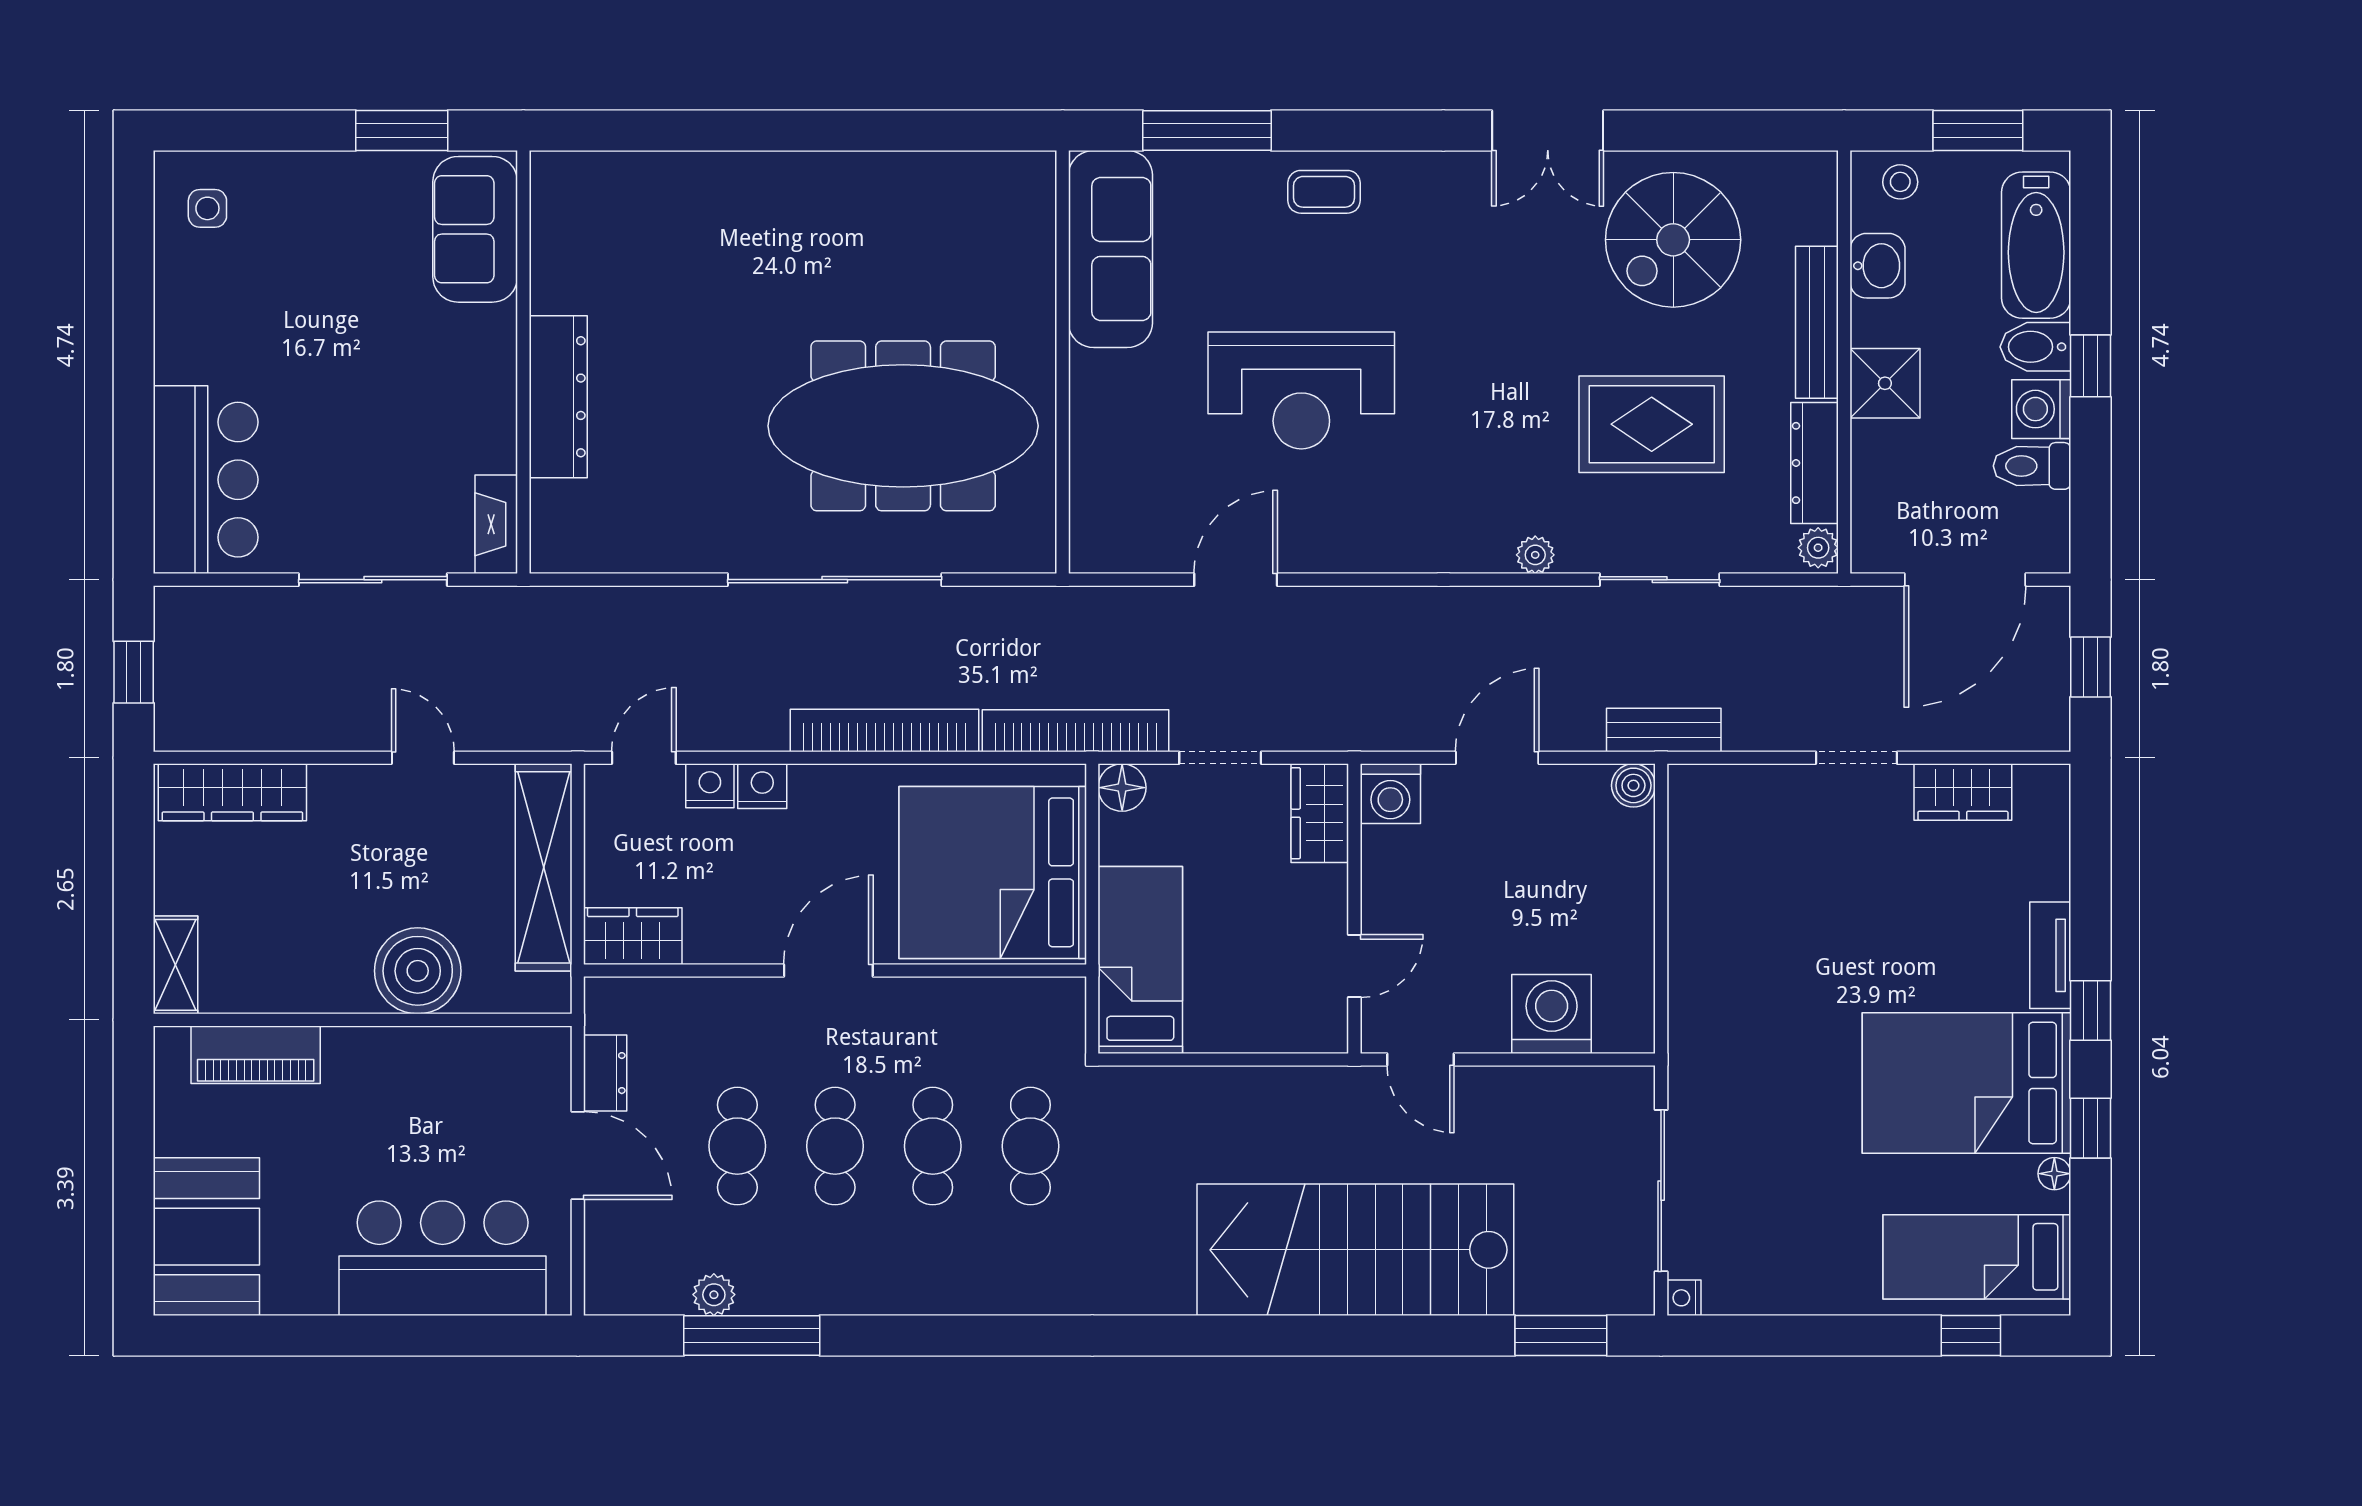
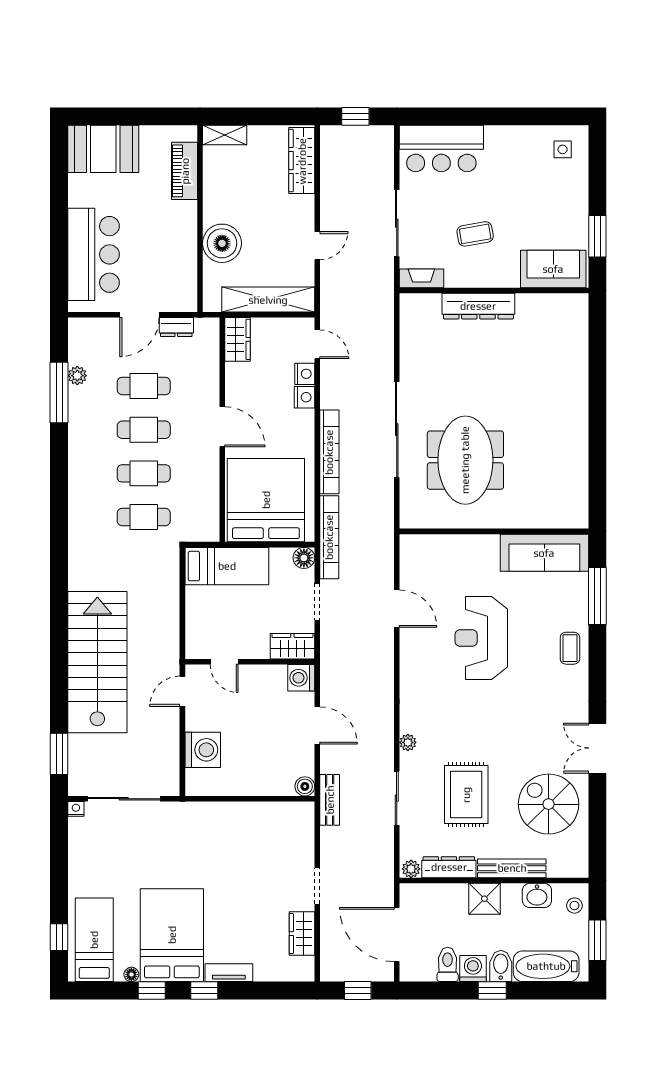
coffee table: (397, 404) -> (475, 234), added
meeting table: (903, 426) -> (465, 460), width x0.73

